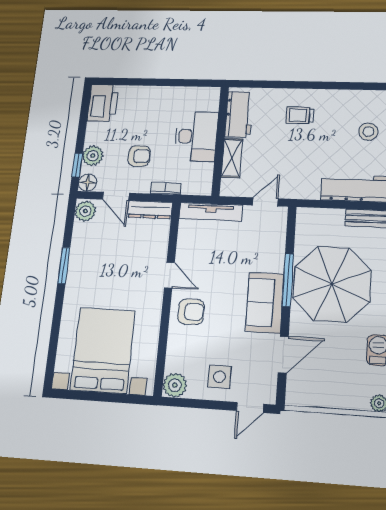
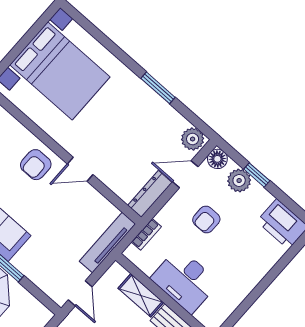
window: (77, 165) -> (257, 175), moved
bookcase: (166, 188) -> (146, 234), moved

